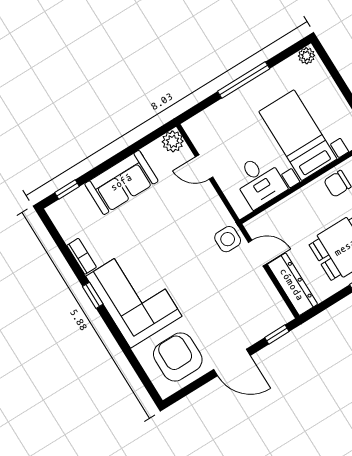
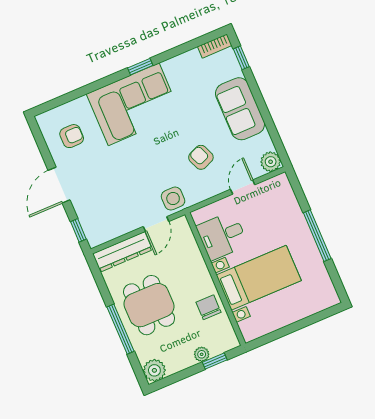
plant: (306, 56) -> (331, 297), removed
armchair: (179, 216) -> (201, 157), added
bookcase: (82, 256) -> (215, 46), moved
armchair: (178, 357) -> (72, 136), width x0.53, depth x0.53

